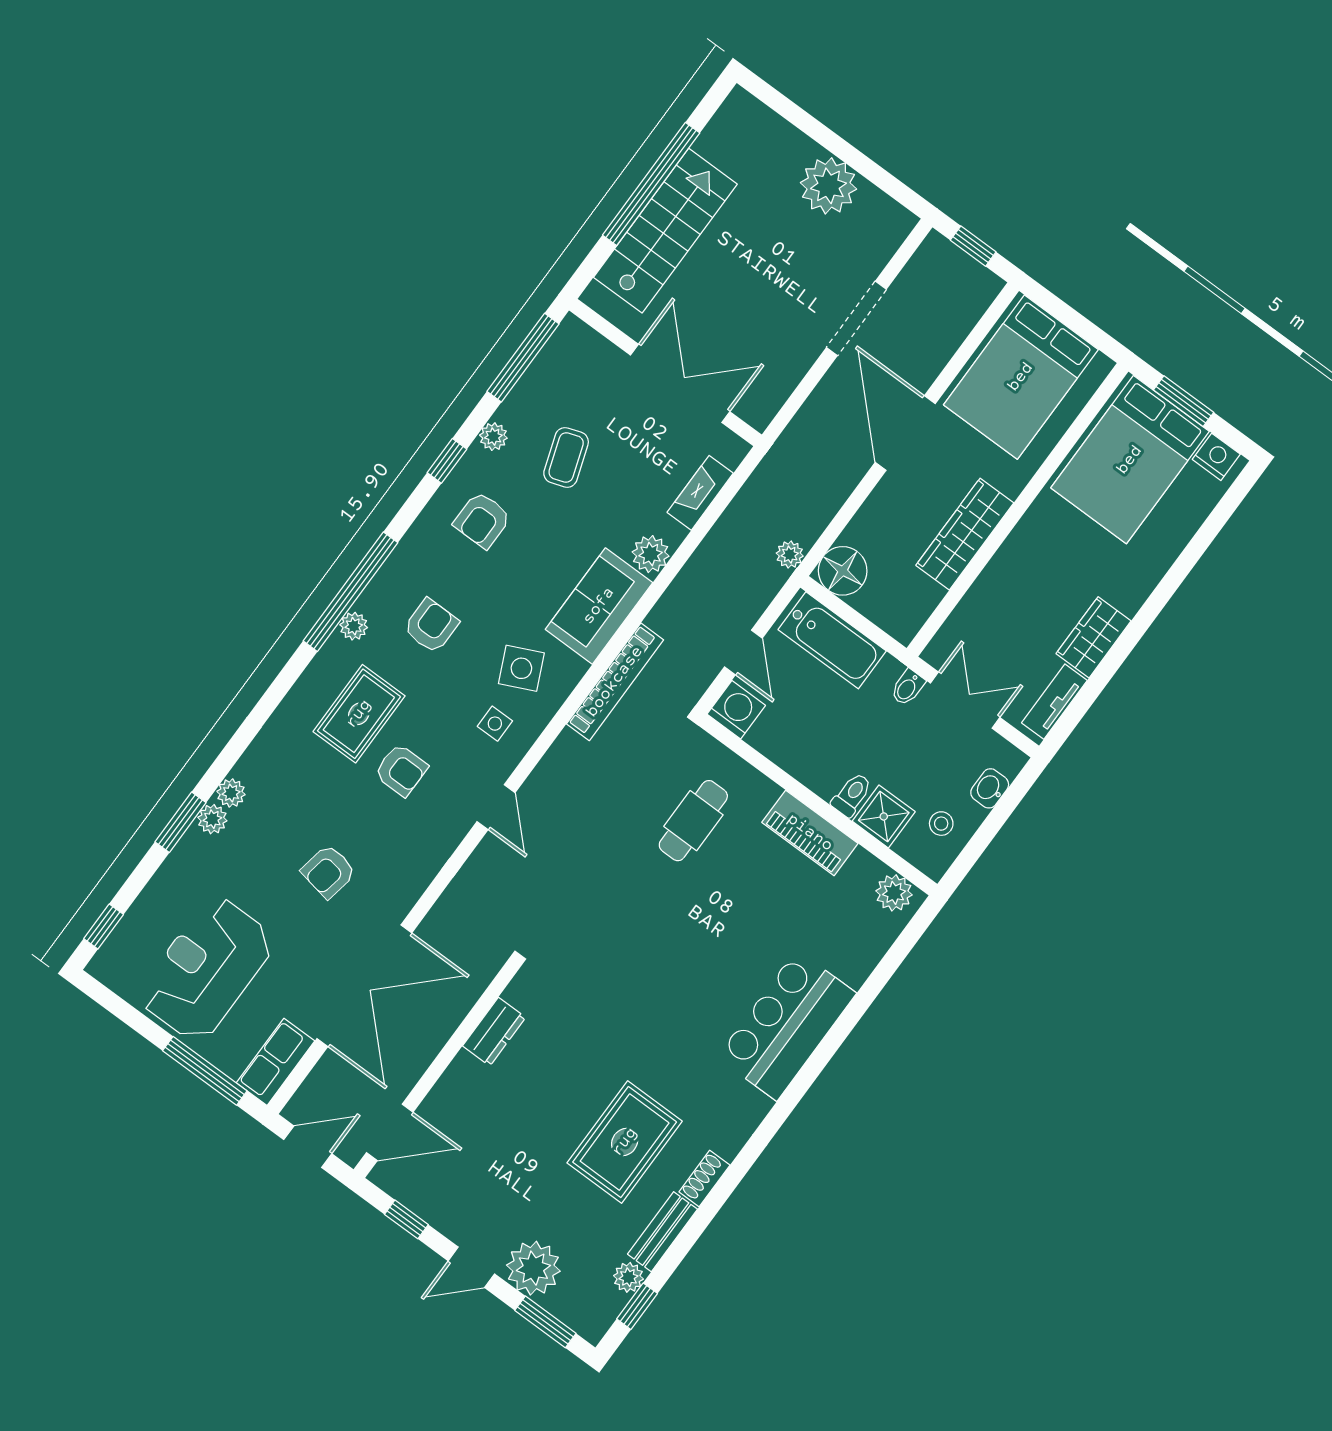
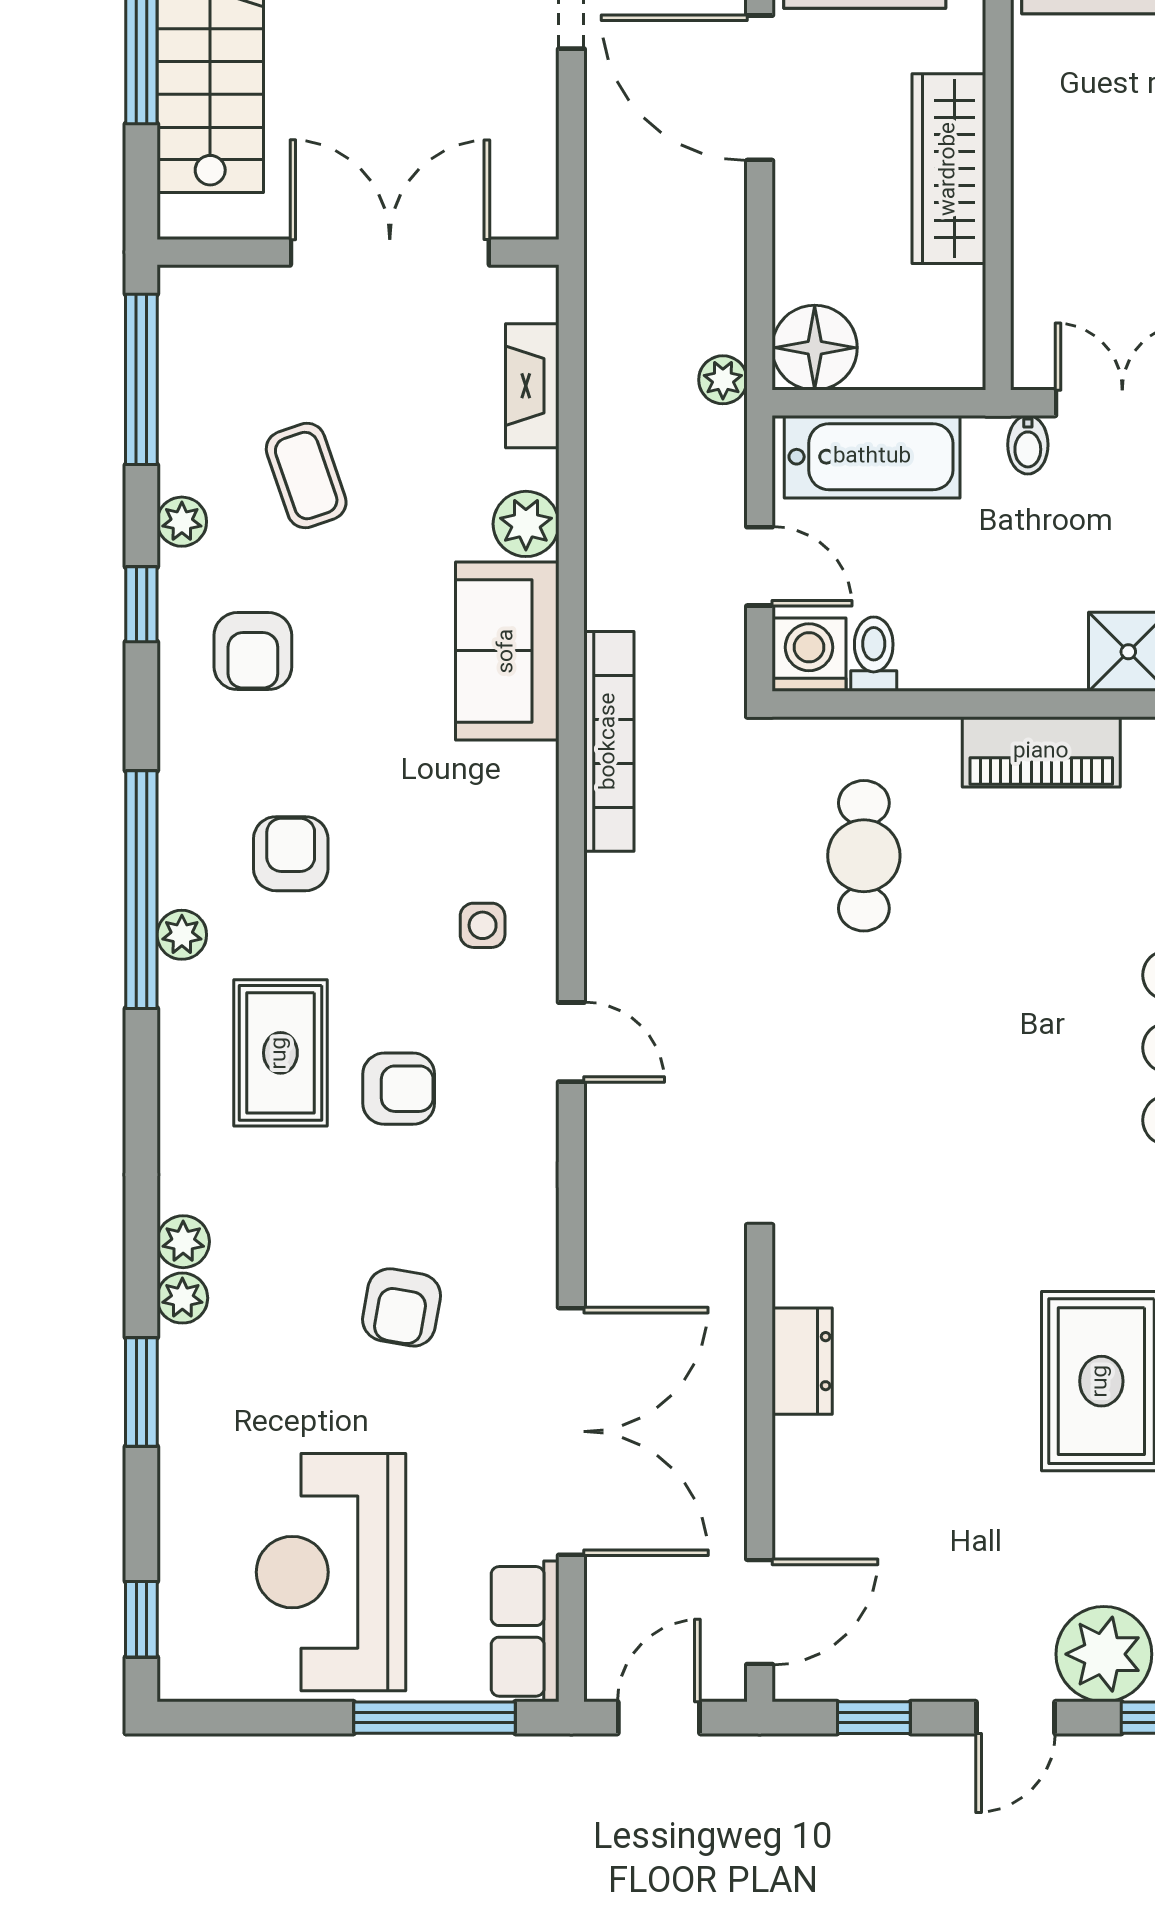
side table: (521, 668) -> (462, 820), removed
toilet: (852, 795) -> (874, 654), moved
plant: (212, 819) -> (183, 1242), moved

